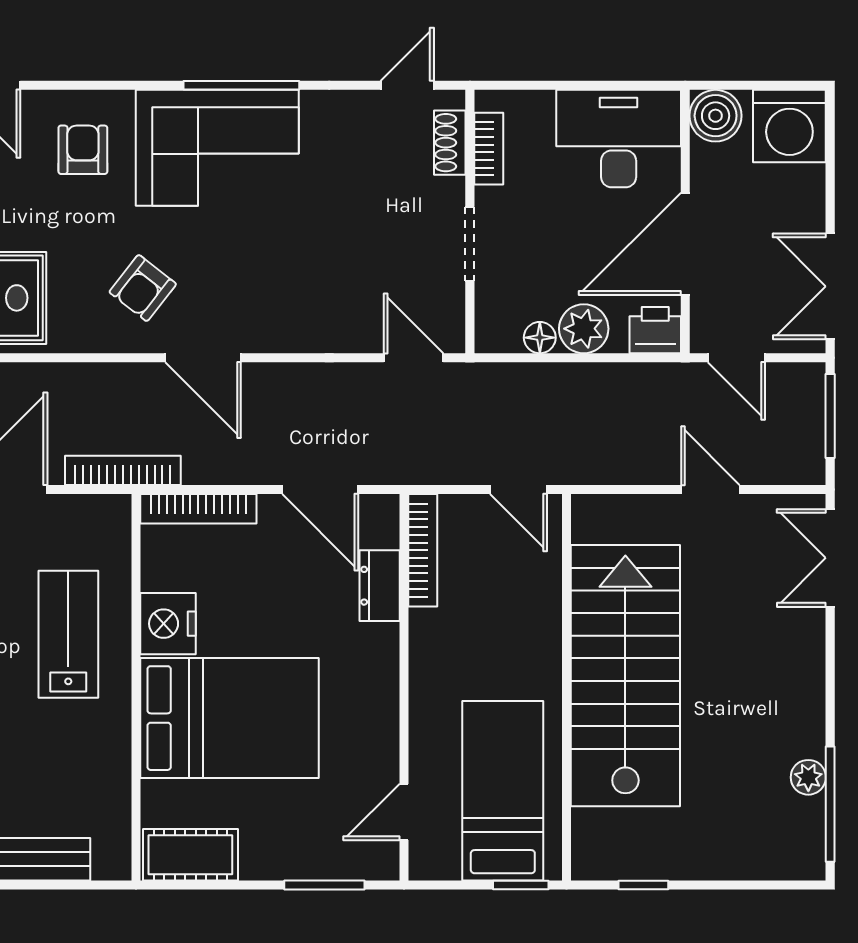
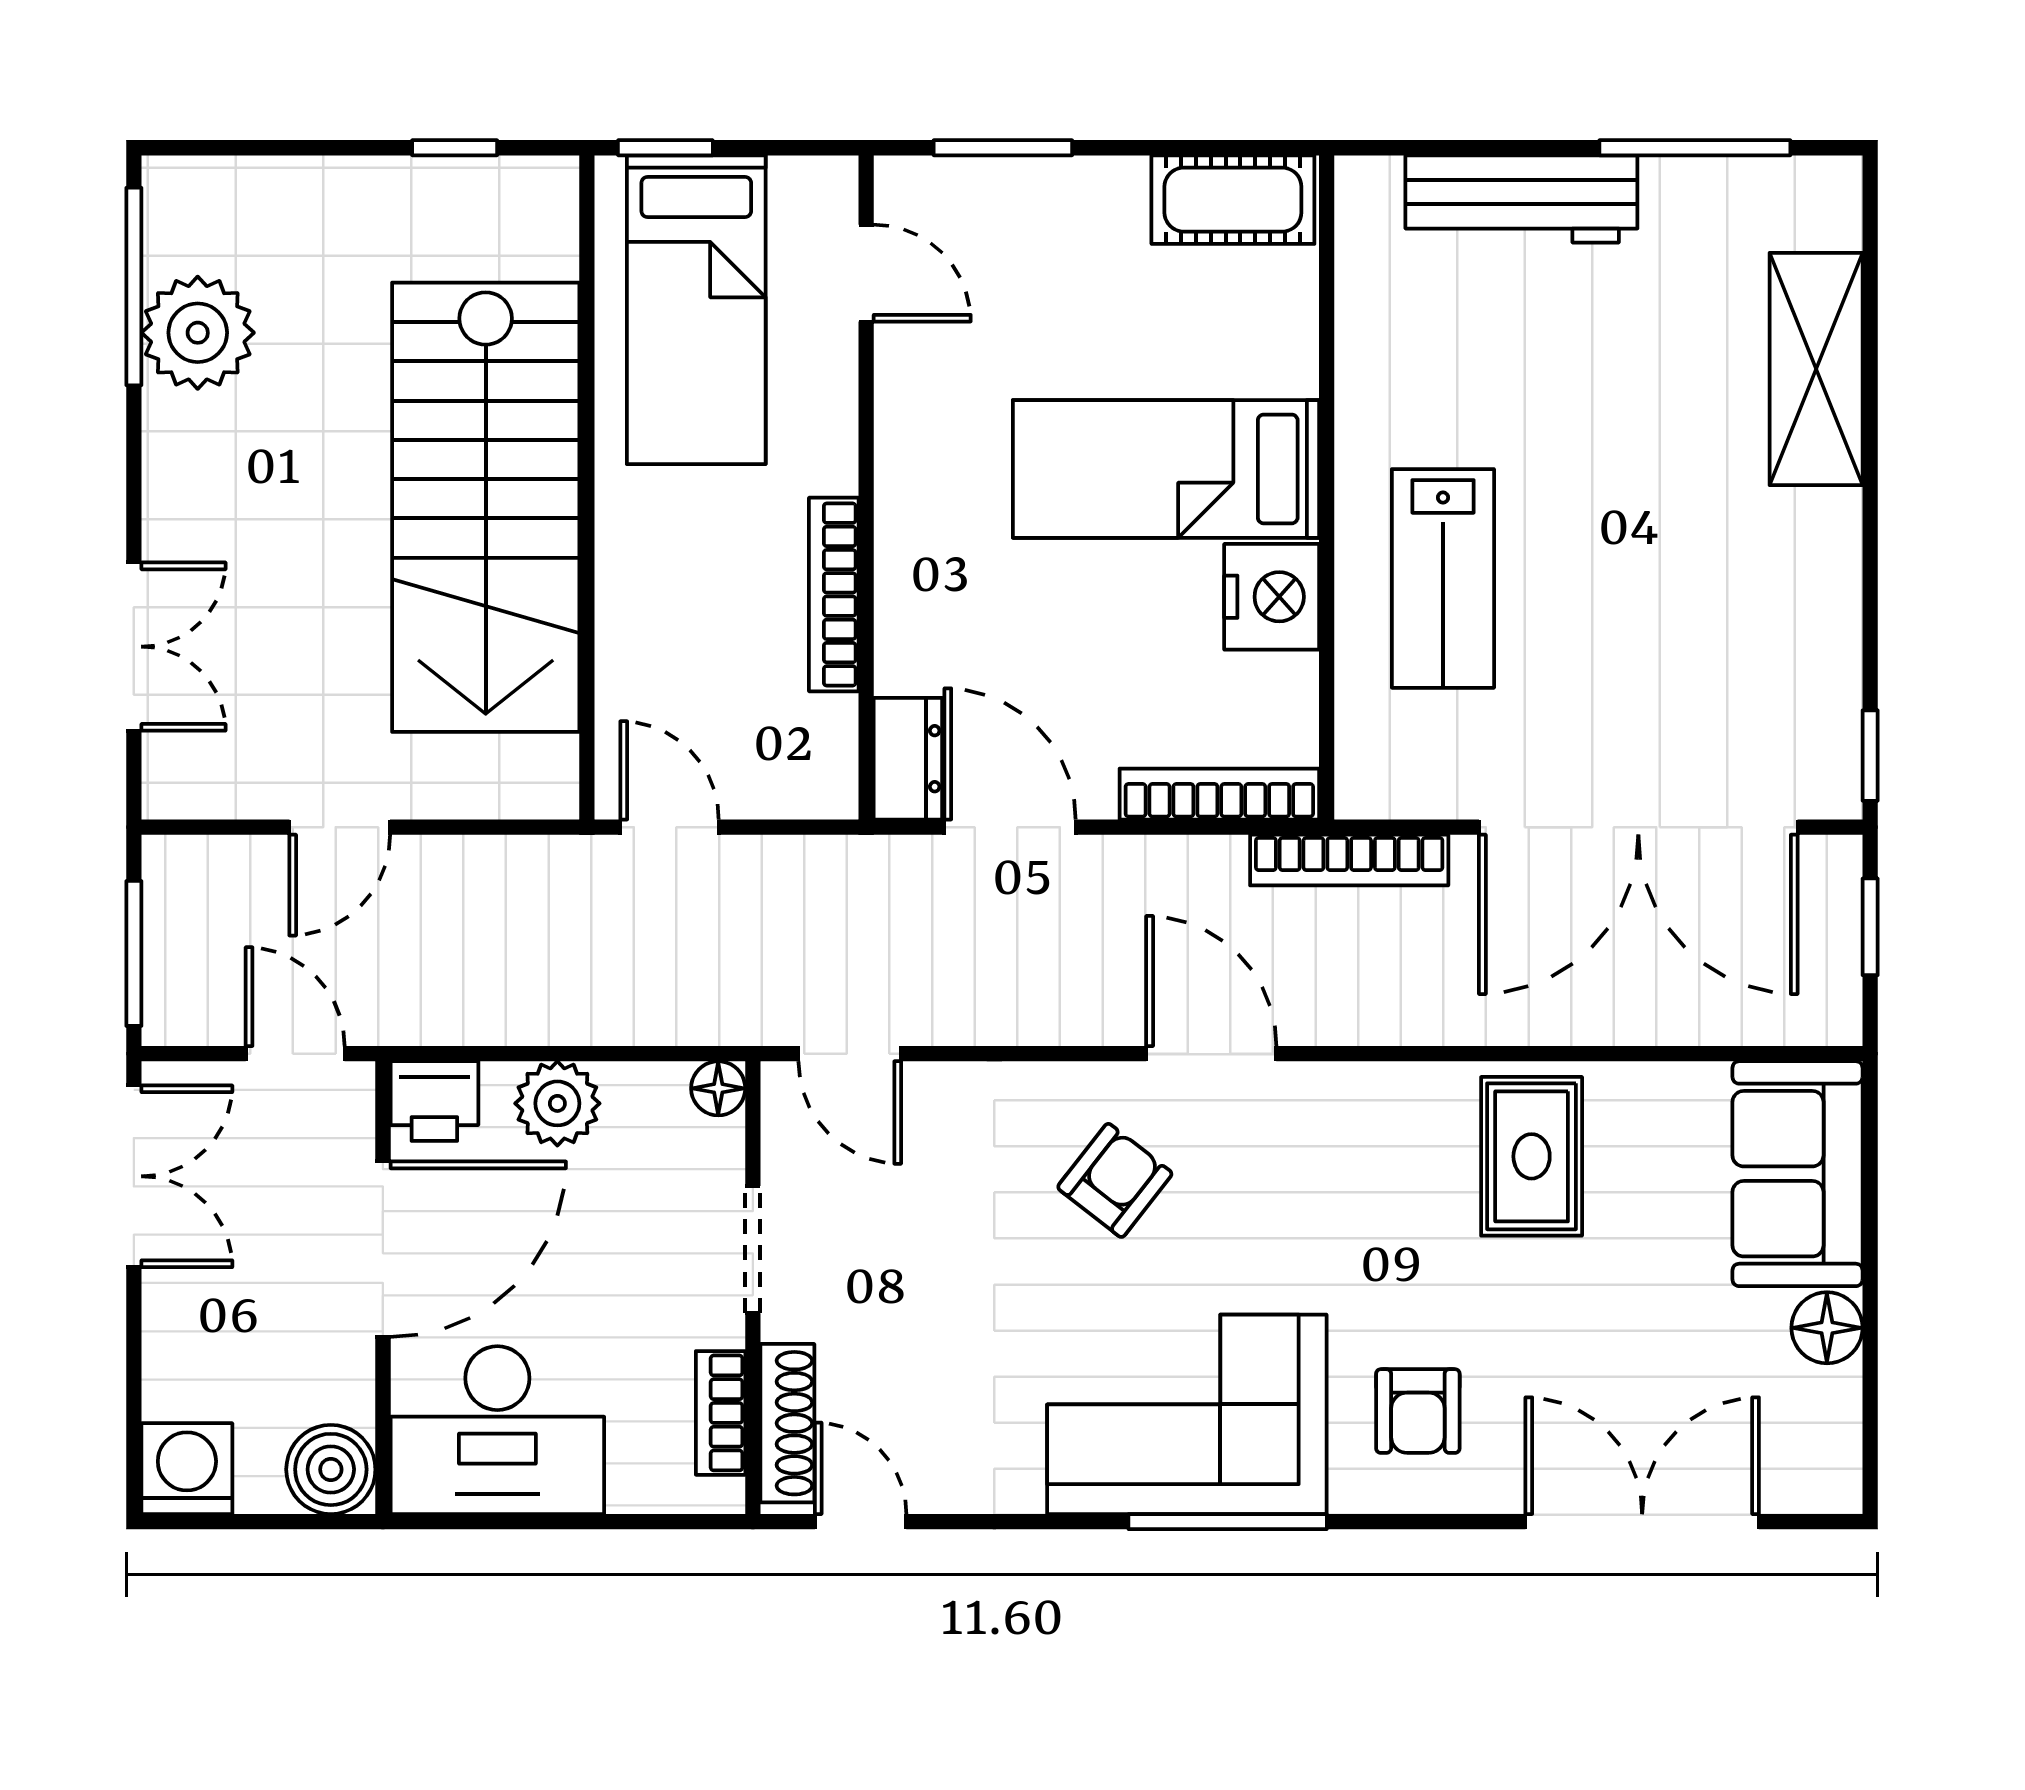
window: (241, 85) -> (1228, 1522), moved
door: (407, 85) -> (861, 1522), swing flipped
washing machine: (789, 126) -> (187, 1469), width x0.73, depth x0.73
shoe rack: (450, 143) -> (787, 1423), width x1.43
armchair: (143, 288) -> (1115, 1180), moved
floor lamp: (540, 338) -> (718, 1088), moved
door: (710, 490) -> (340, 827), hinge flipped
bookcase: (423, 550) -> (834, 595), moved
double door: (830, 558) -> (134, 647), moved
dresser: (380, 586) -> (908, 759), moved
bed: (230, 718) -> (1166, 469), width x0.67
plant: (808, 777) -> (198, 333), width x1.88, depth x1.88
door: (404, 812) -> (866, 273), hinge flipped

